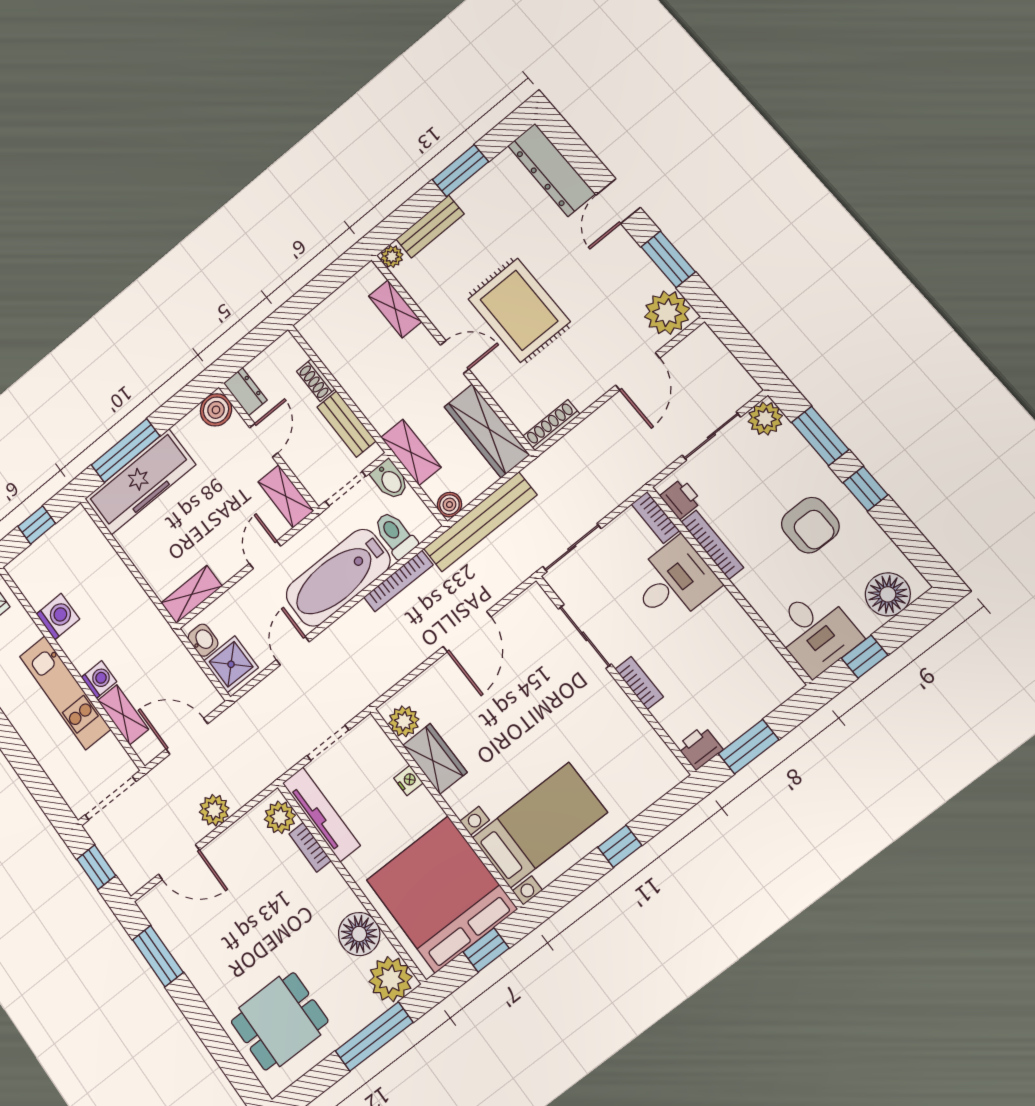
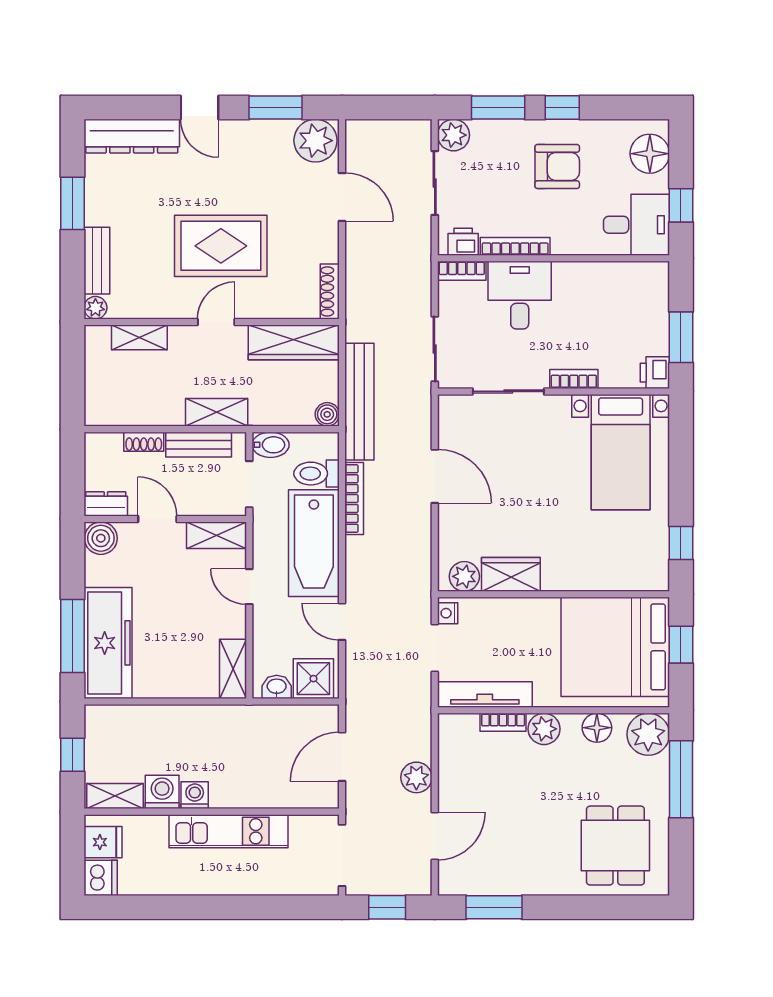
shelving: (411, 452) -> (217, 412), moved
washing machine: (99, 679) -> (195, 795), moved
shelving: (123, 715) -> (115, 796), moved
nightstand: (408, 780) -> (448, 613), moved, turned -90
plant: (280, 817) -> (544, 729), moved
bed with nightstands: (540, 825) -> (621, 452), moved, turned 180
window: (620, 846) -> (681, 543), moved
floor lamp: (359, 934) -> (597, 728), width x0.73, depth x0.73

